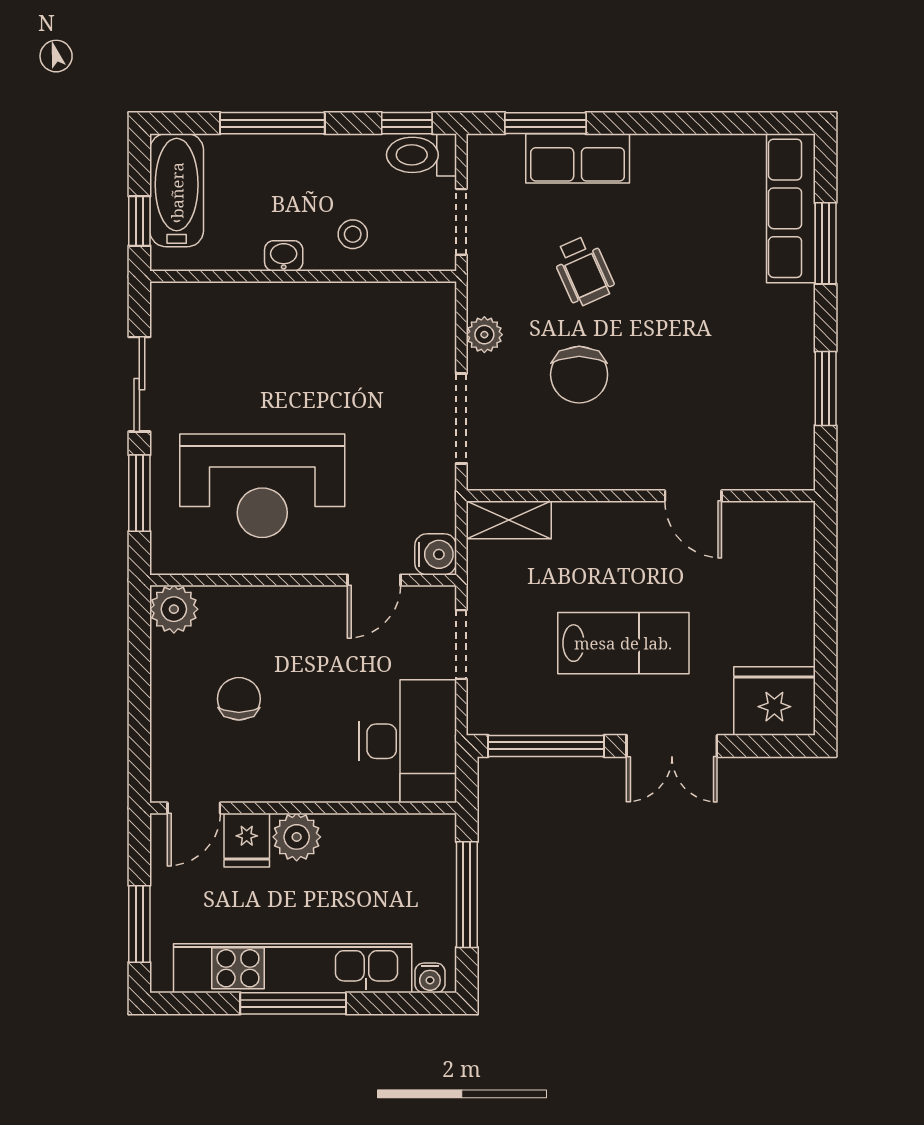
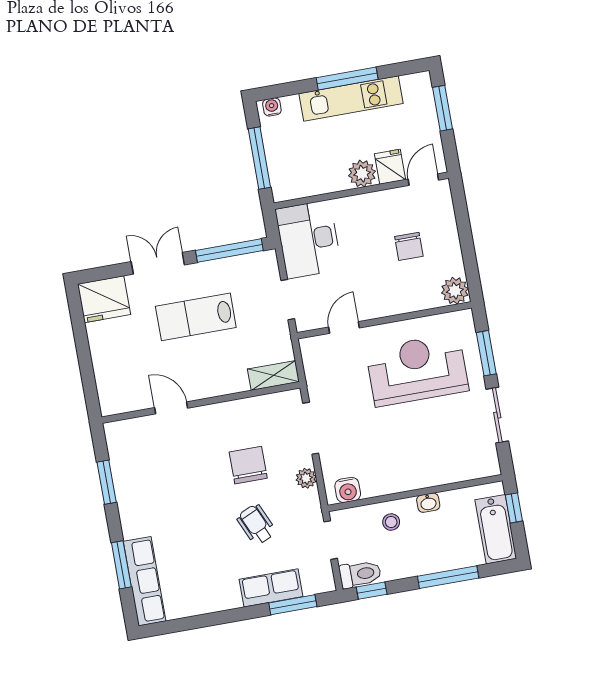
water cooler: (436, 554) -> (348, 490), moved, turned -90
kitchen unit: (293, 968) -> (351, 99), width x0.73

